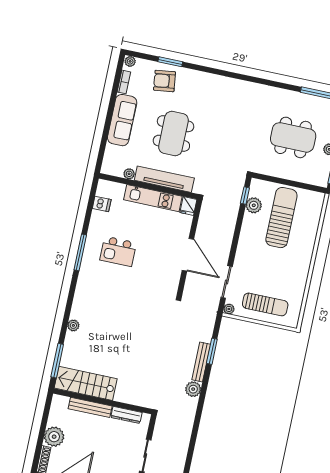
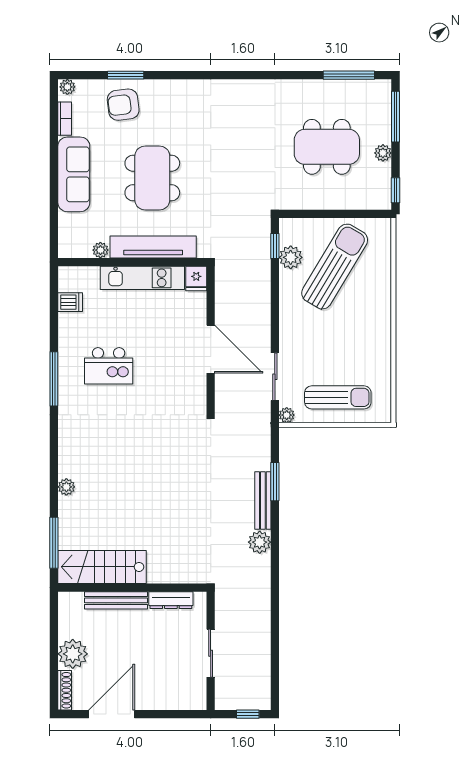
sun lounger: (281, 218) -> (335, 267), turned 31

